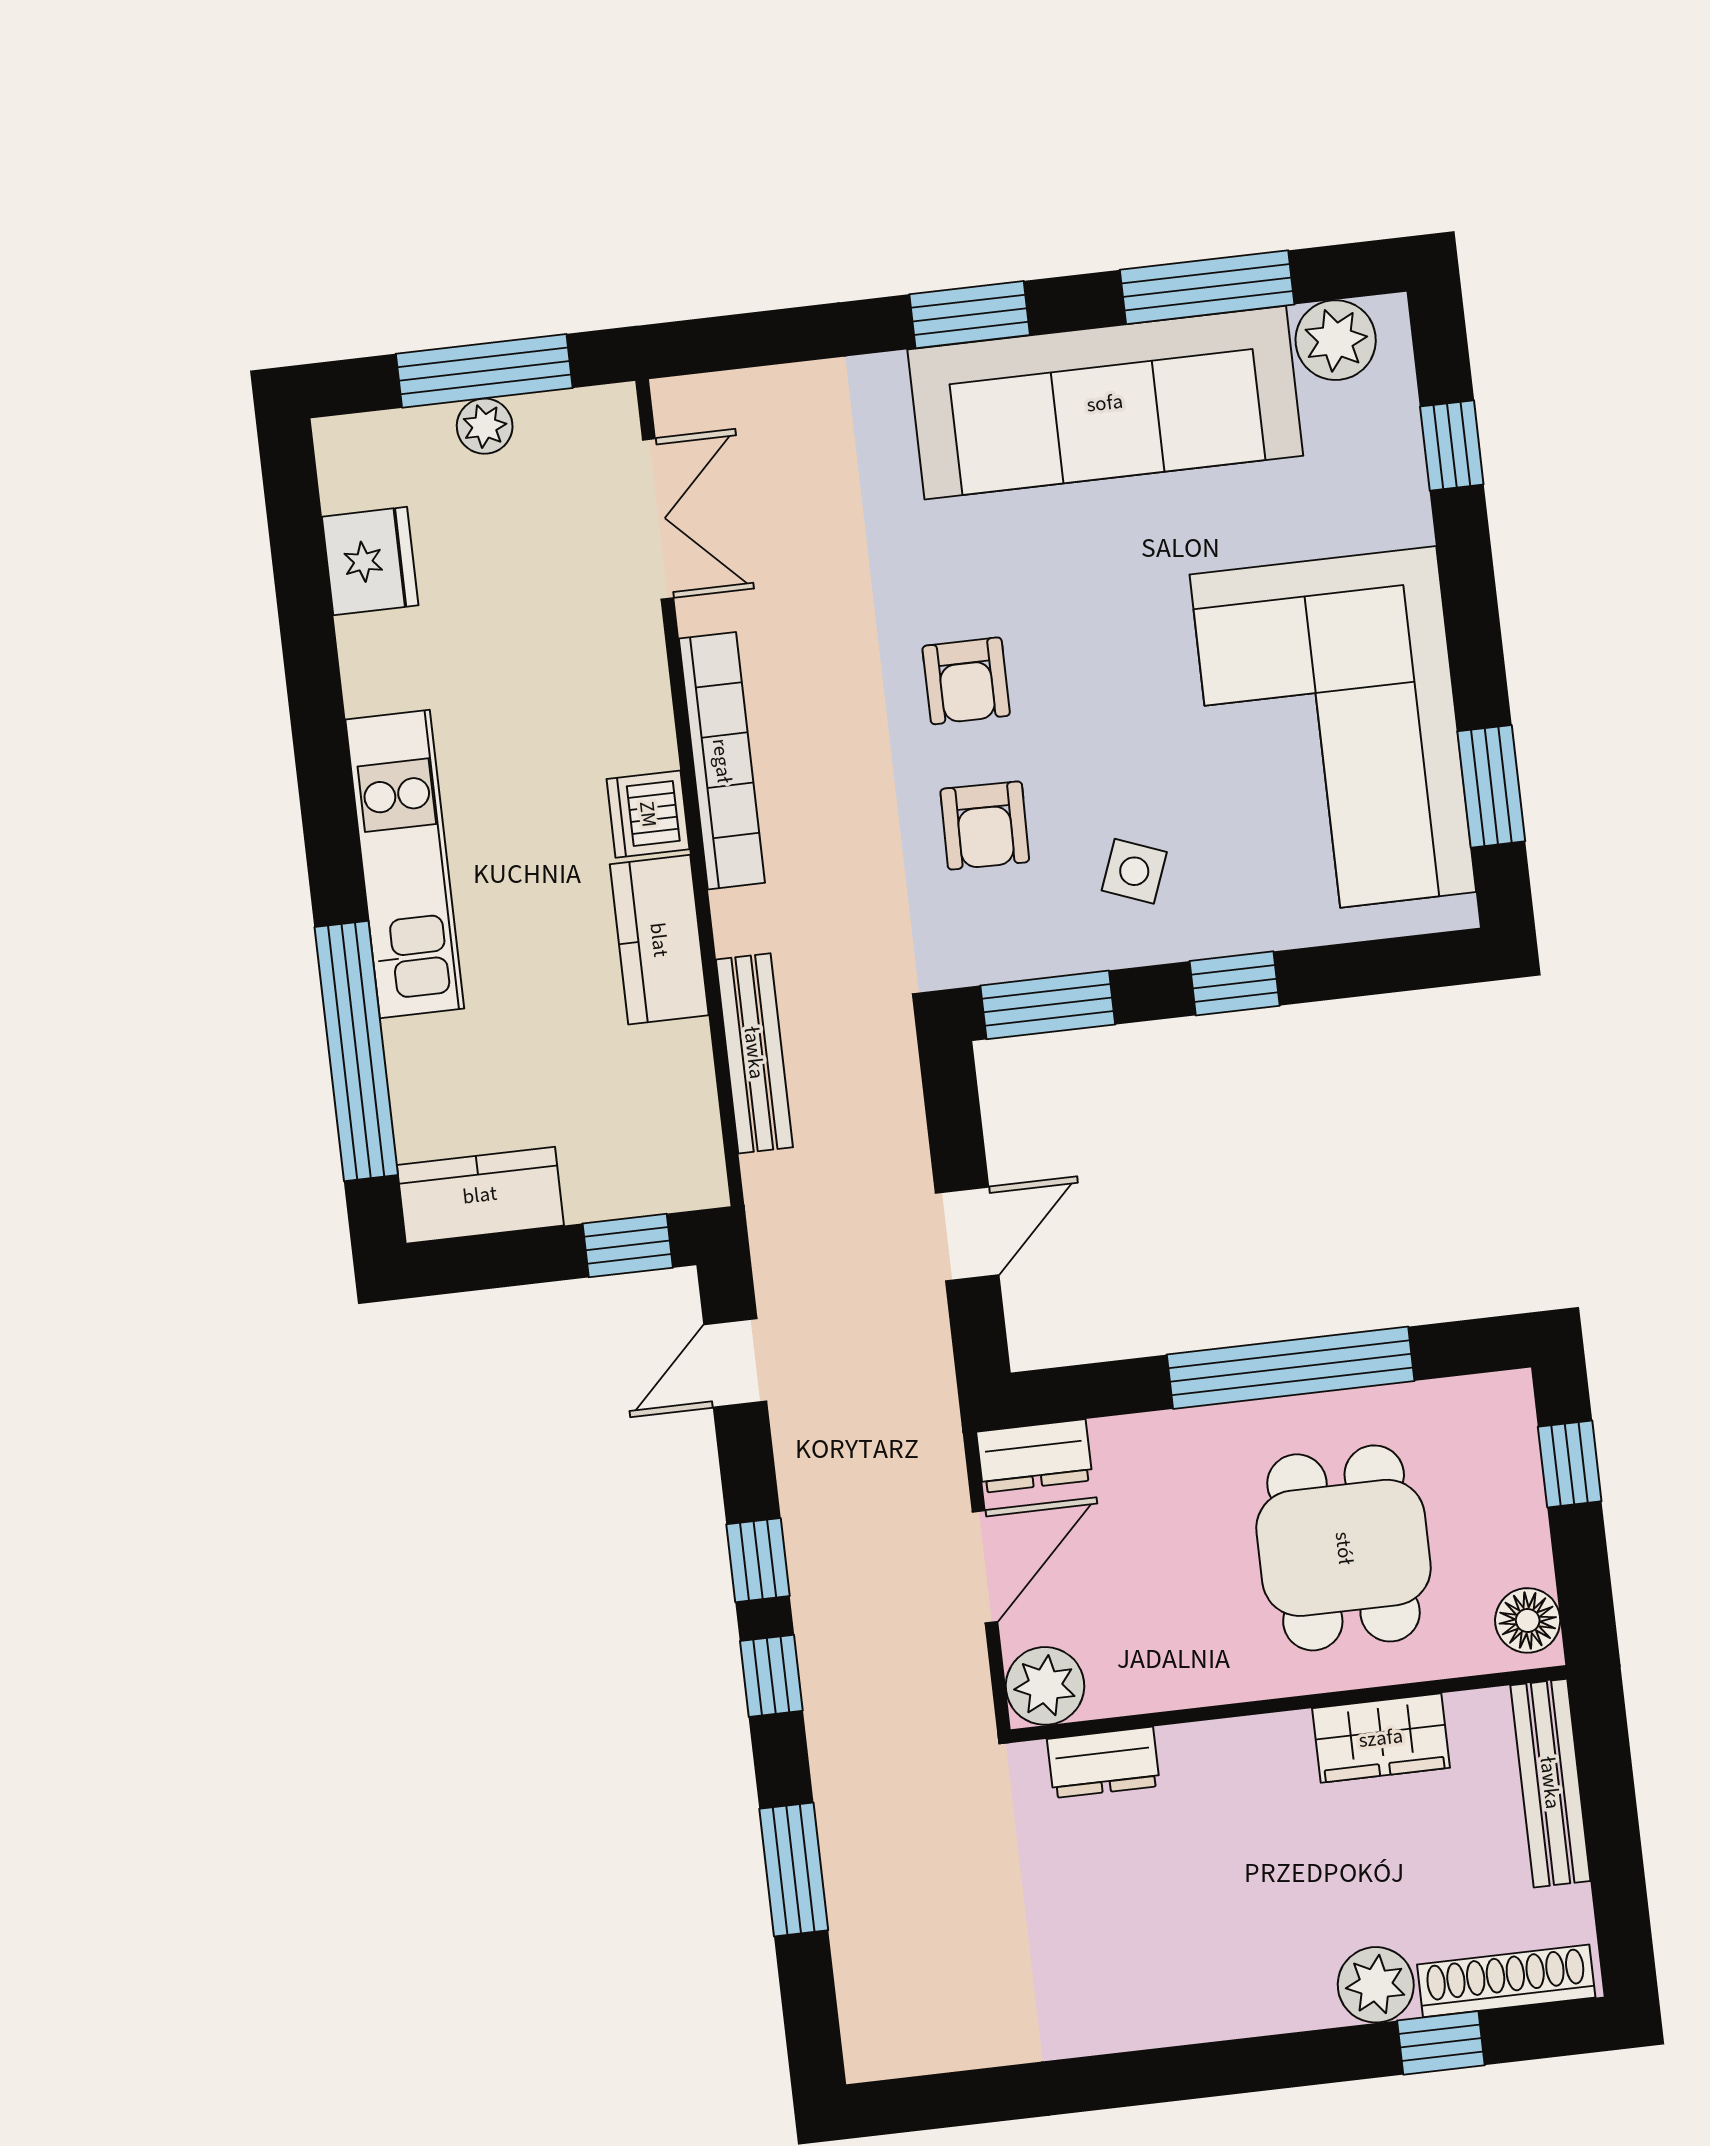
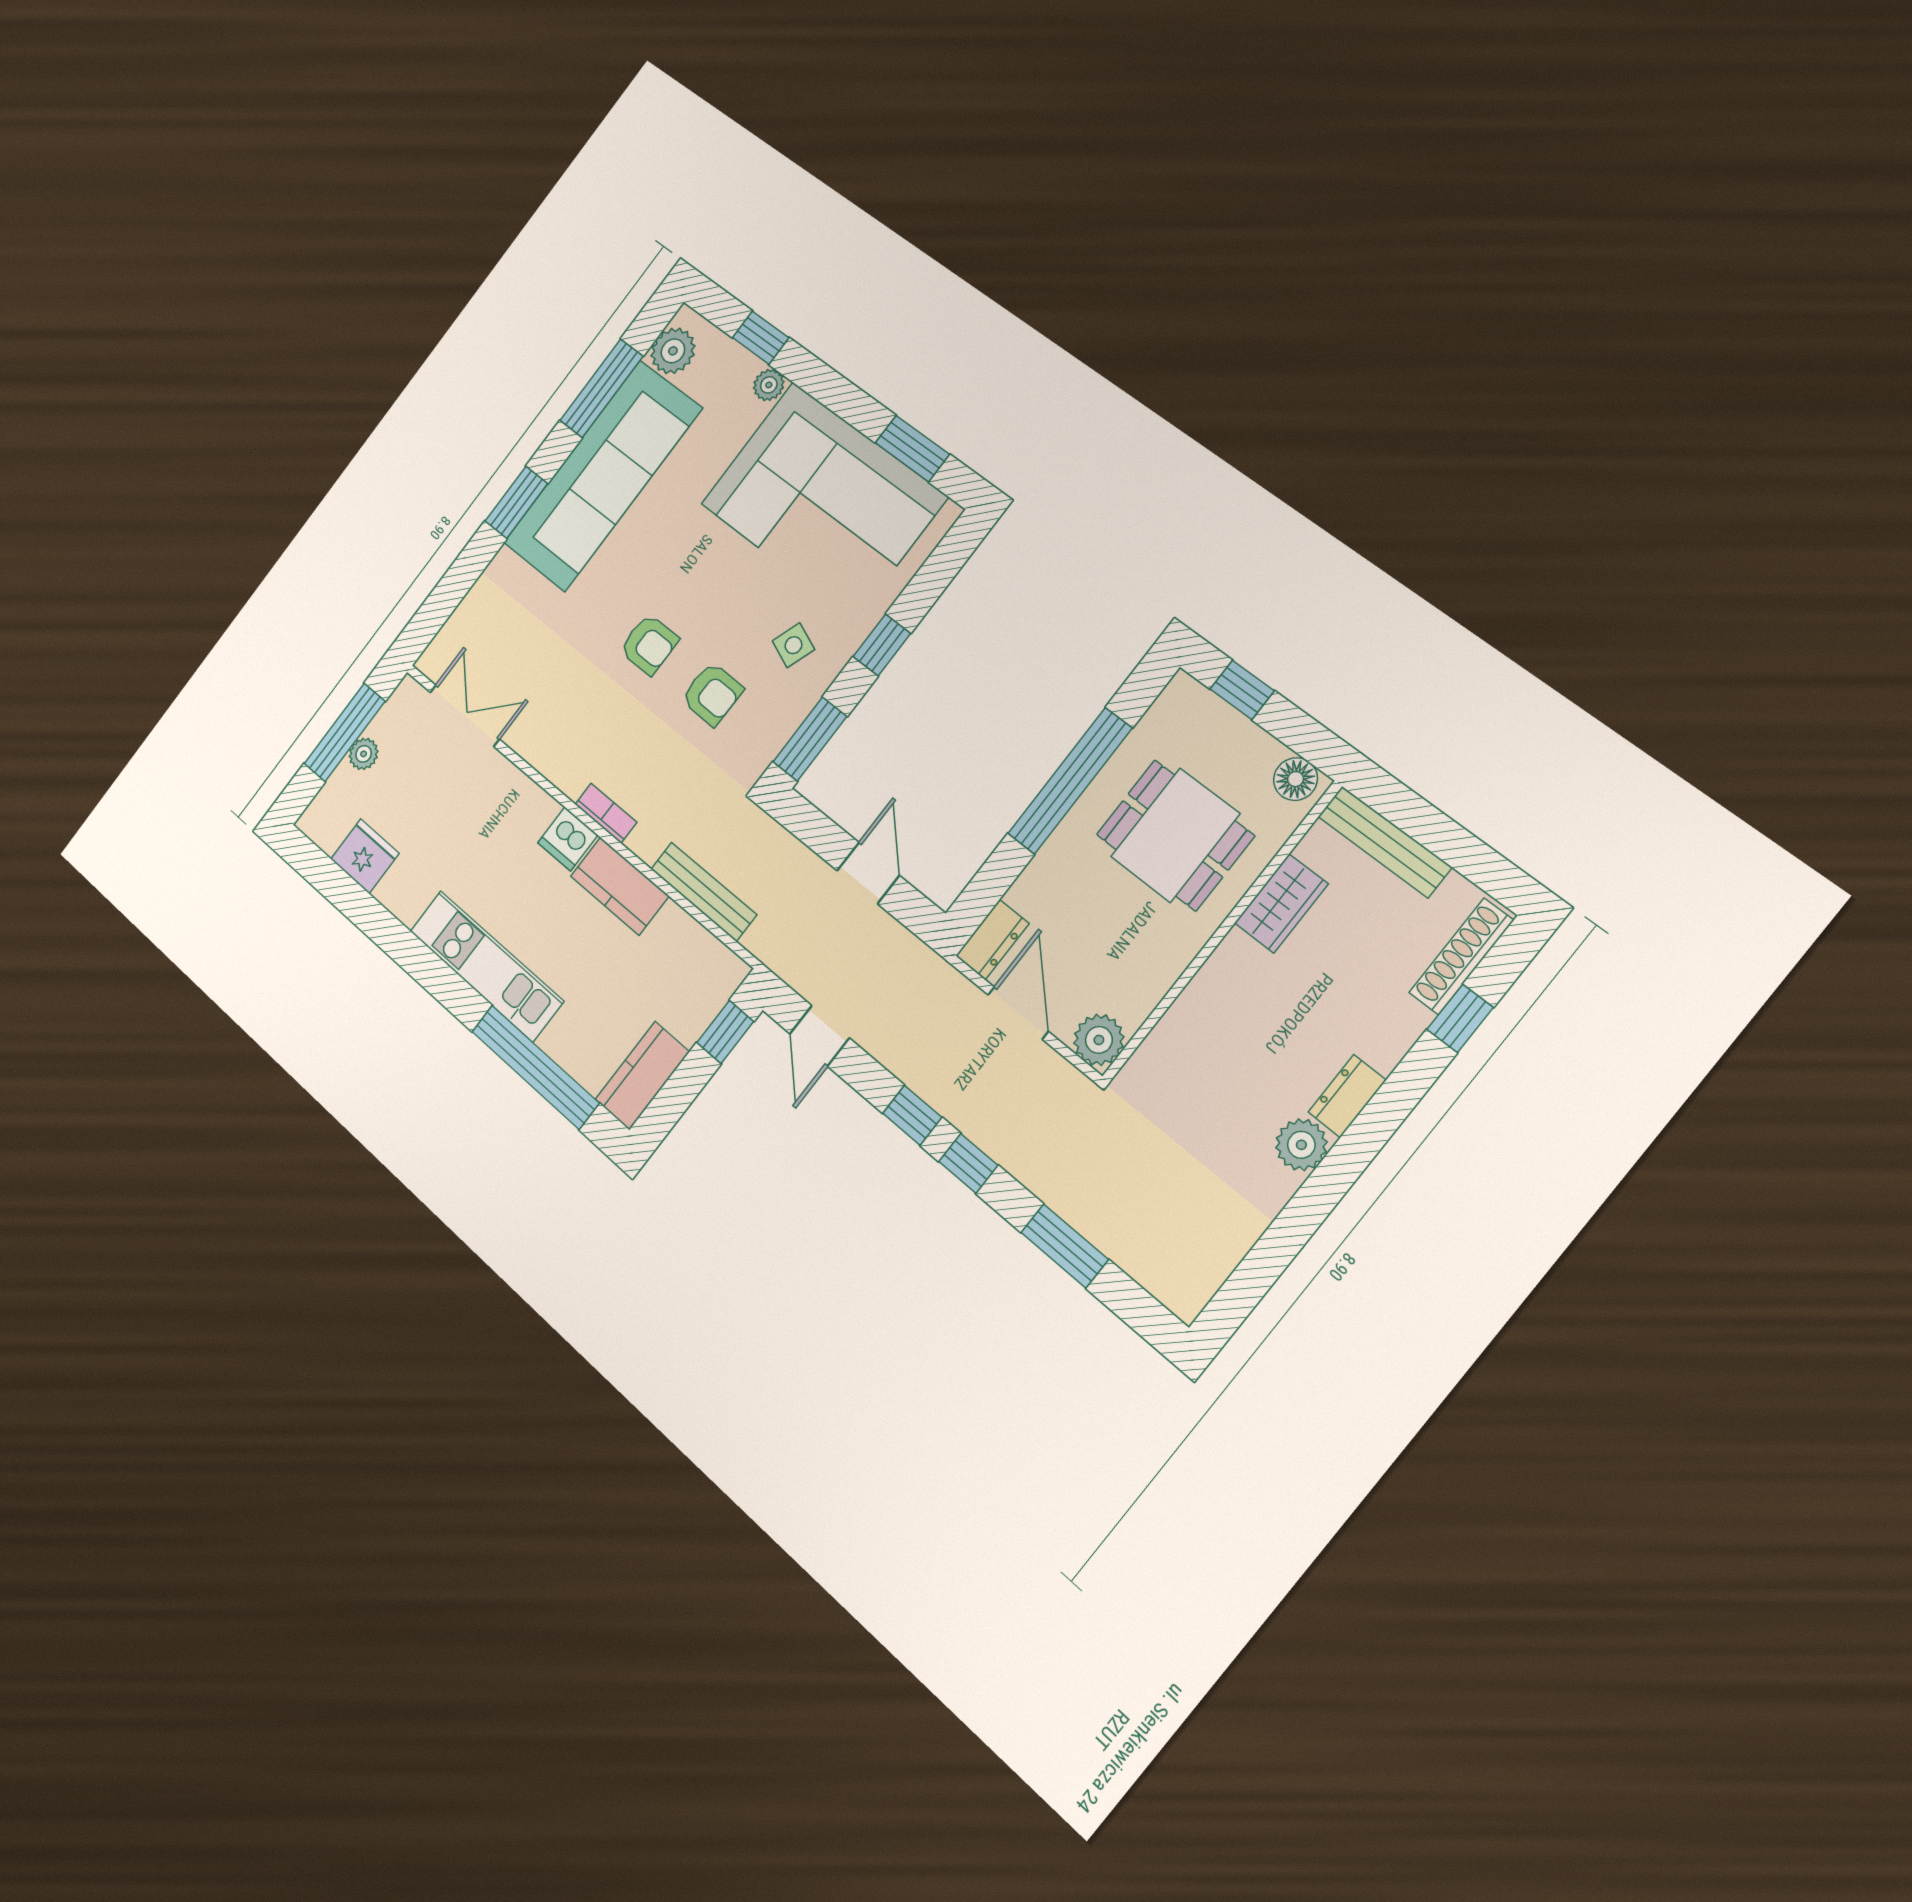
plant: (1405, 517) -> (769, 385), added
bookcase: (722, 761) -> (606, 813), width x0.43, depth x0.76
dresser: (1103, 1762) -> (1347, 1096), moved, turned 180
plant: (1376, 1985) -> (1301, 1145), moved

